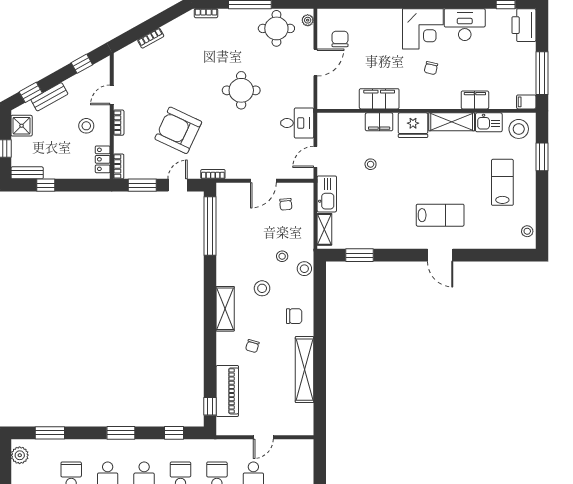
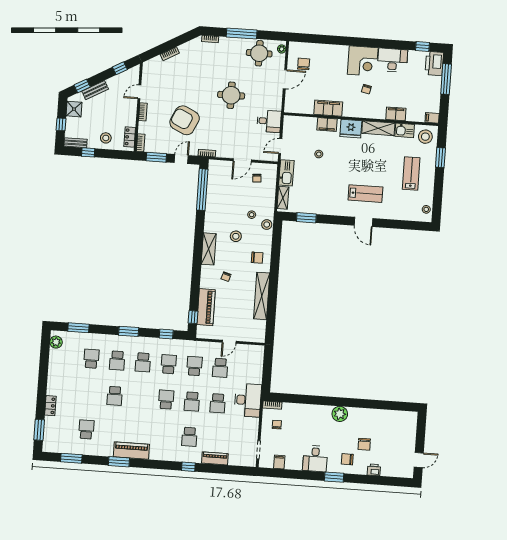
window: (542, 73) -> (446, 79), moved
stool: (86, 126) -> (106, 138), moved

